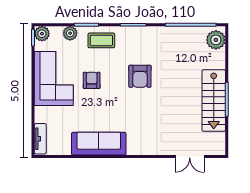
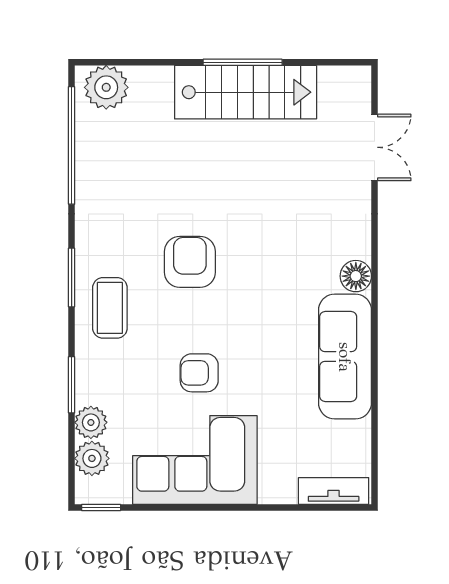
plant: (42, 34) -> (92, 458), moved
coffee table: (101, 40) -> (110, 308), moved
armchair: (140, 76) -> (190, 262), turned -90
floor lamp: (134, 148) -> (356, 276), added

